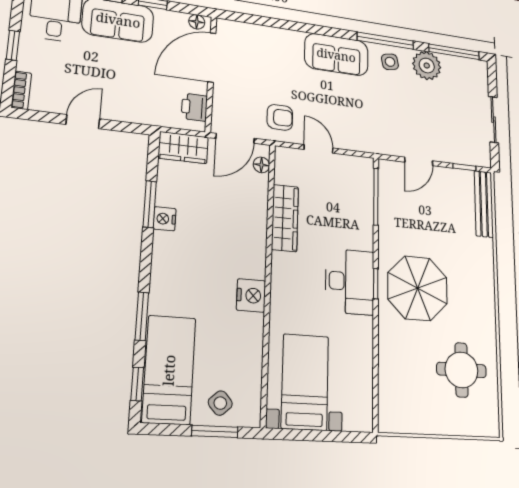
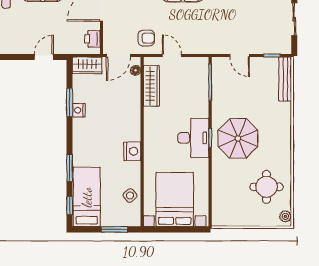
door: (83, 122) -> (44, 57), moved
door: (419, 161) -> (240, 55), hinge flipped
wardrobe: (285, 218) -> (151, 86), moved
bed with nightstands: (305, 382) -> (175, 199), width x1.36
side table: (220, 403) -> (130, 196), moved
plant: (491, 420) -> (285, 216), added

